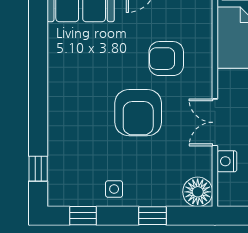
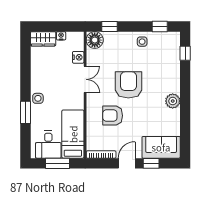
armchair: (166, 59) -> (113, 116), turned 180
plant: (60, 84) -> (173, 101), added
window: (152, 216) -> (110, 27), moved

